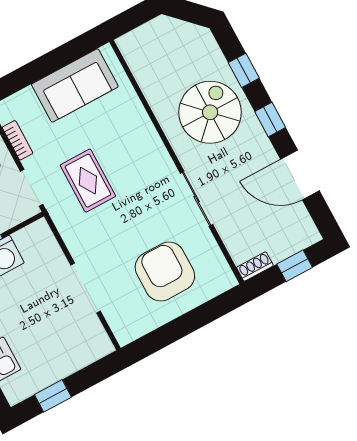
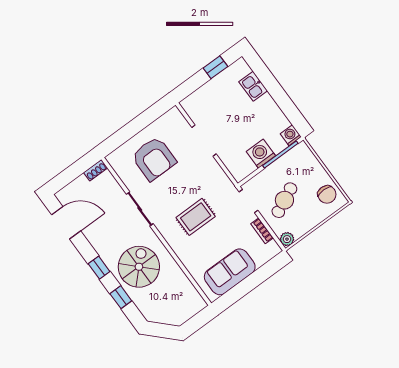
spiral stairs: (210, 112) -> (139, 267), turned 180
door: (300, 175) -> (66, 223), moved
rug: (88, 181) -> (196, 217), moved, turned 90
window: (295, 266) -> (70, 174), removed

